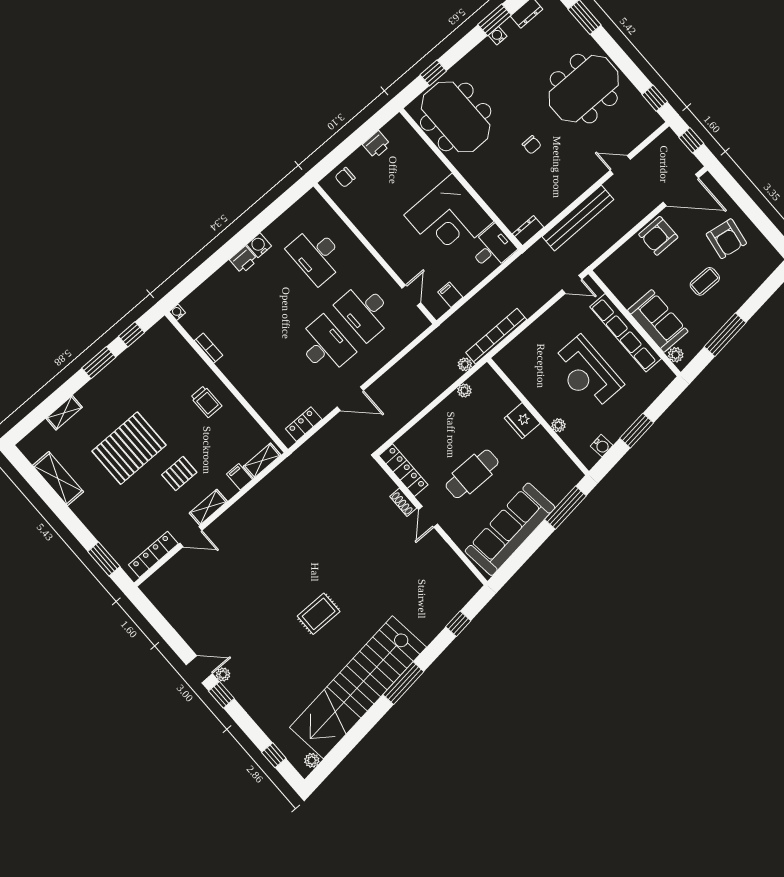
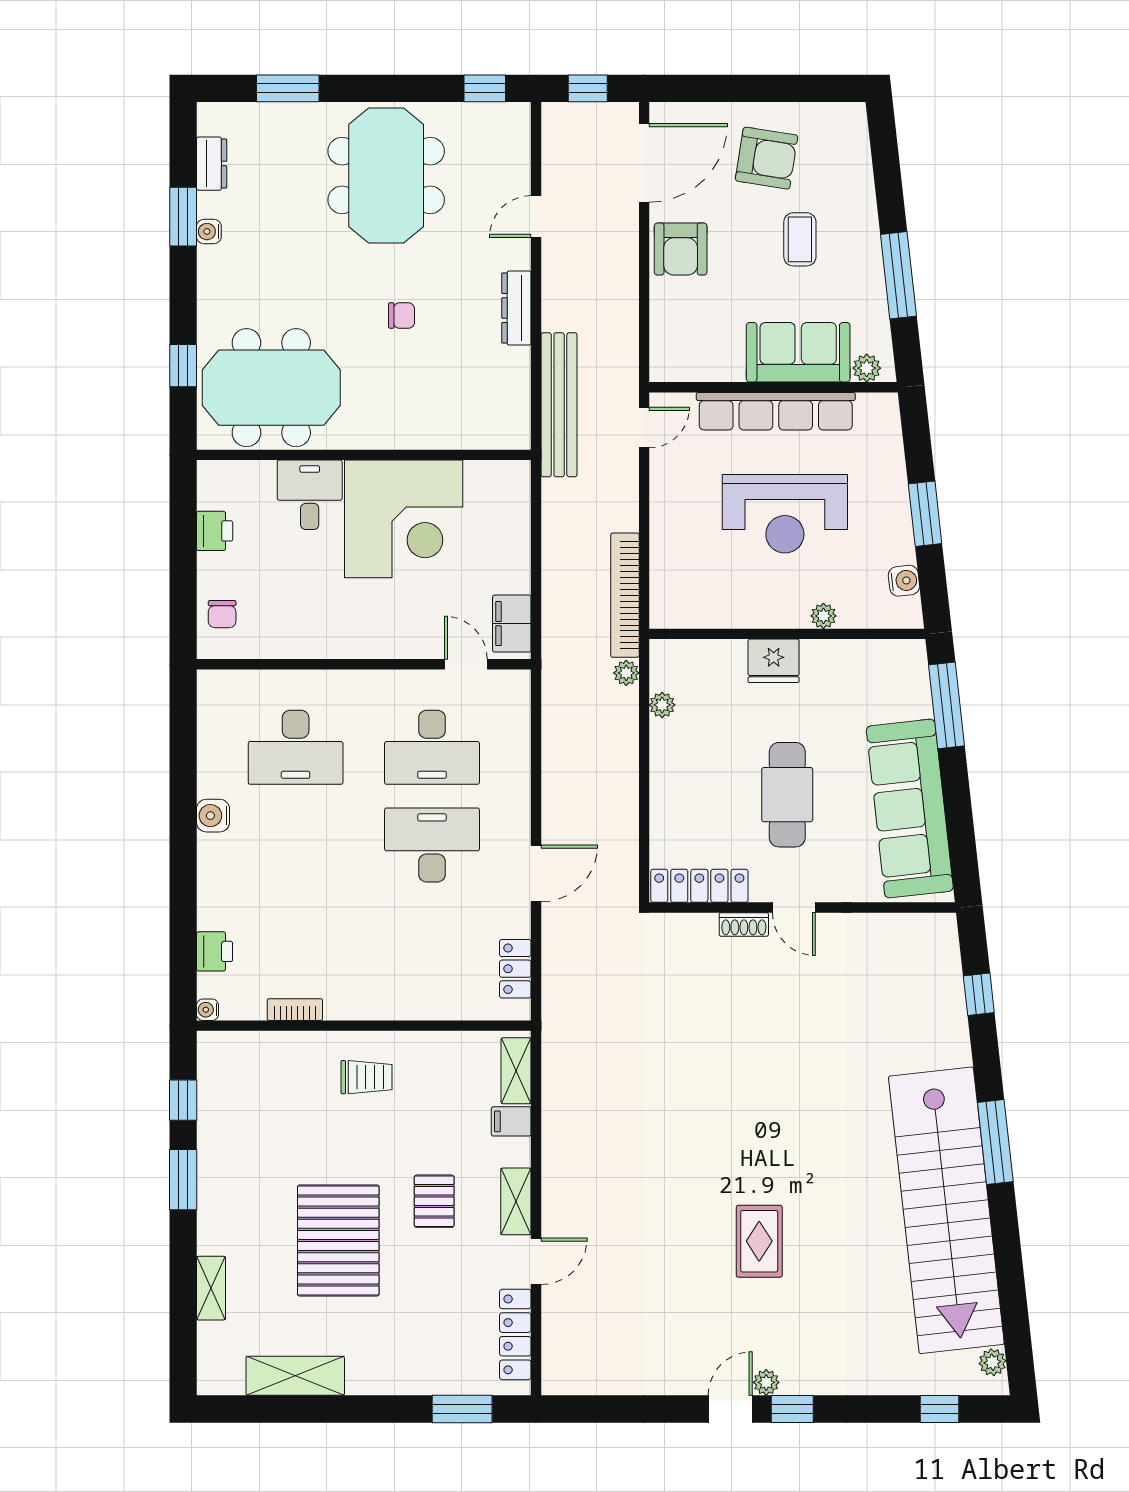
bench: (578, 218) -> (559, 405), moved
dresser: (528, 231) -> (516, 308), moved, width x1.44
desk: (492, 248) -> (310, 495), moved
printer: (244, 260) -> (215, 951), moved
filing cabinet: (450, 295) -> (512, 624), width x2.00
rug: (319, 614) -> (759, 1241), moved

